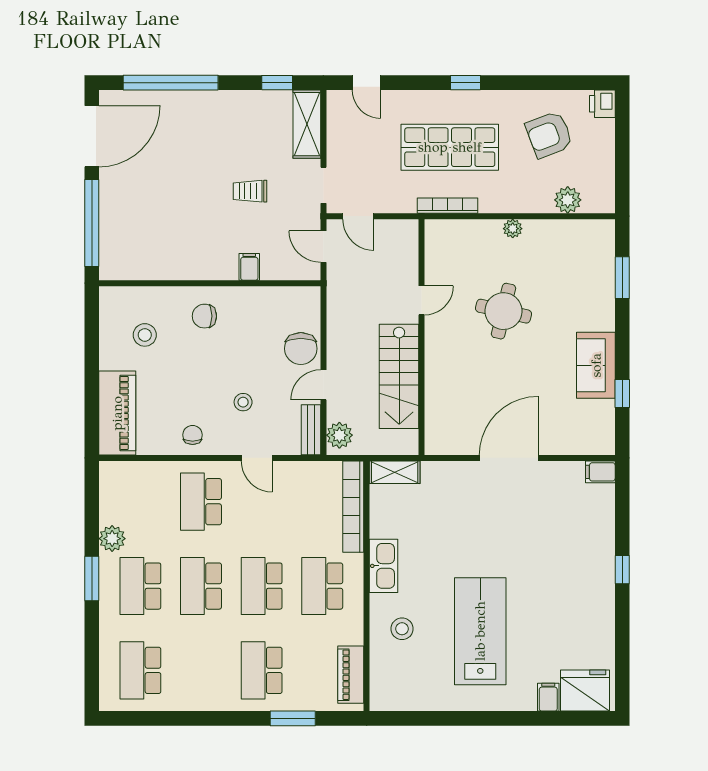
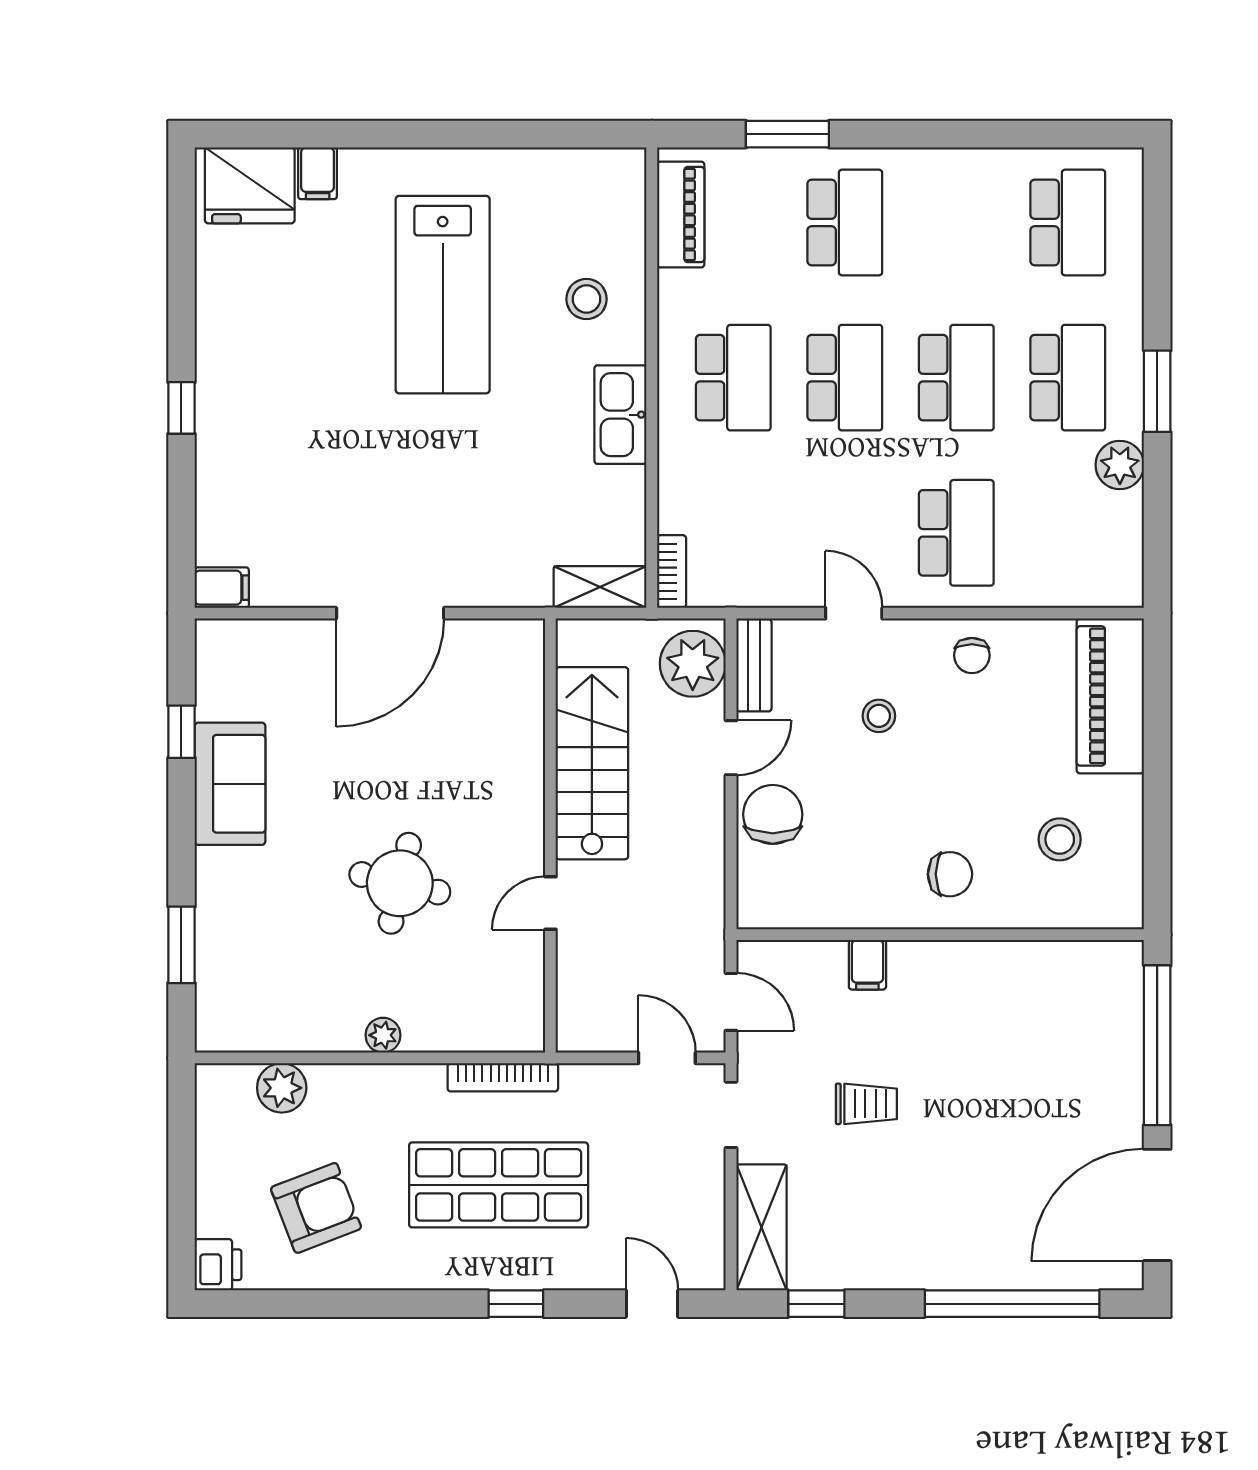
window: (466, 83) -> (516, 1304), moved
plant: (339, 435) -> (693, 664), width x1.36, depth x1.36
bookcase: (353, 507) -> (672, 572), width x0.43, depth x0.76

